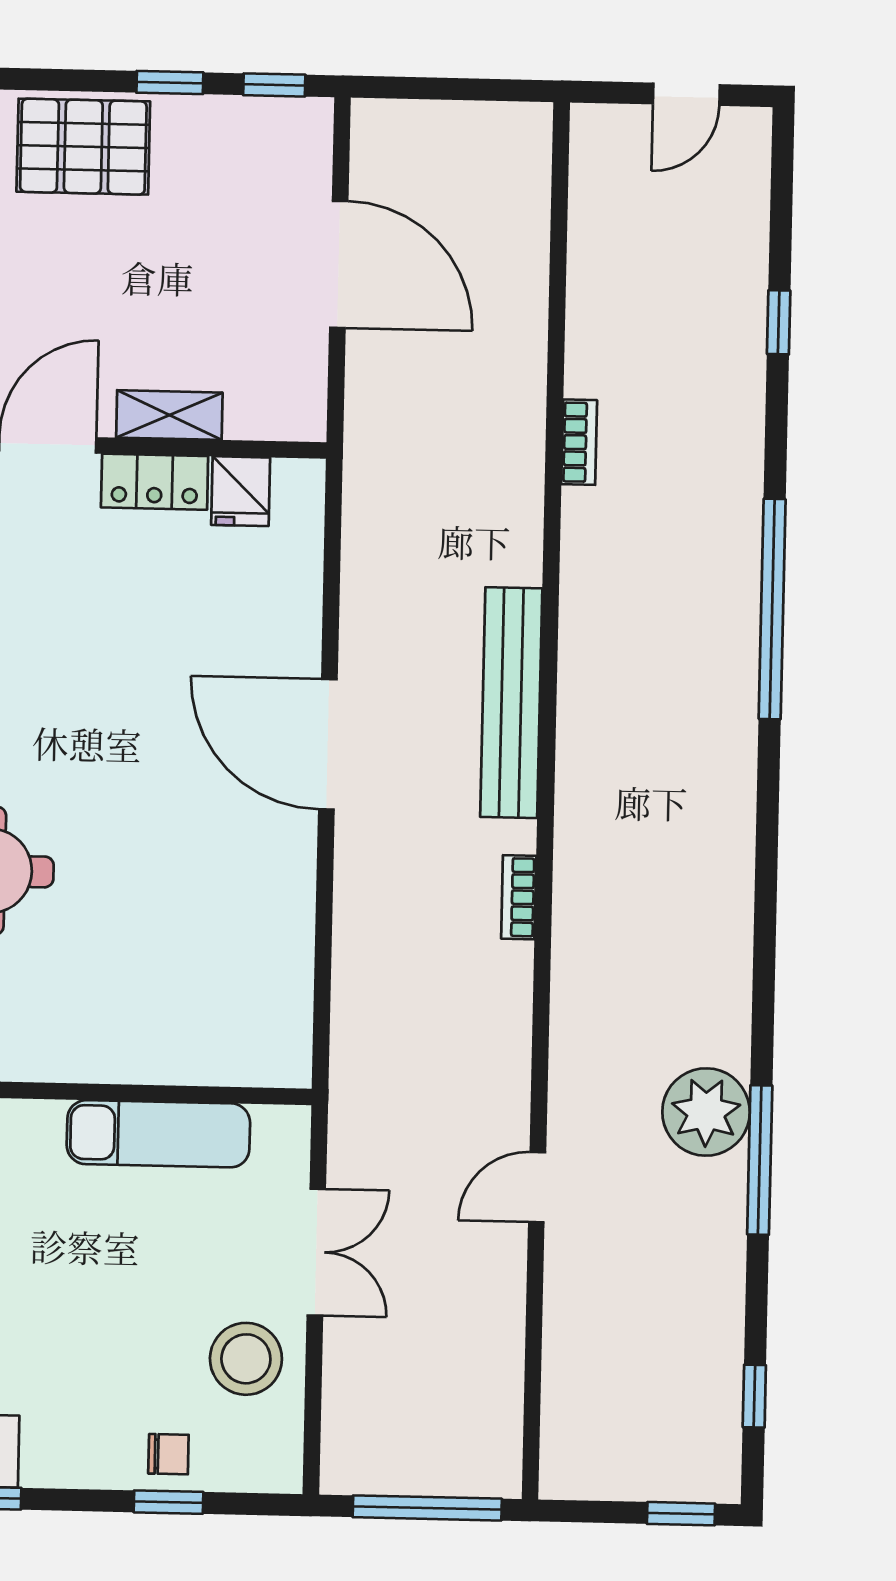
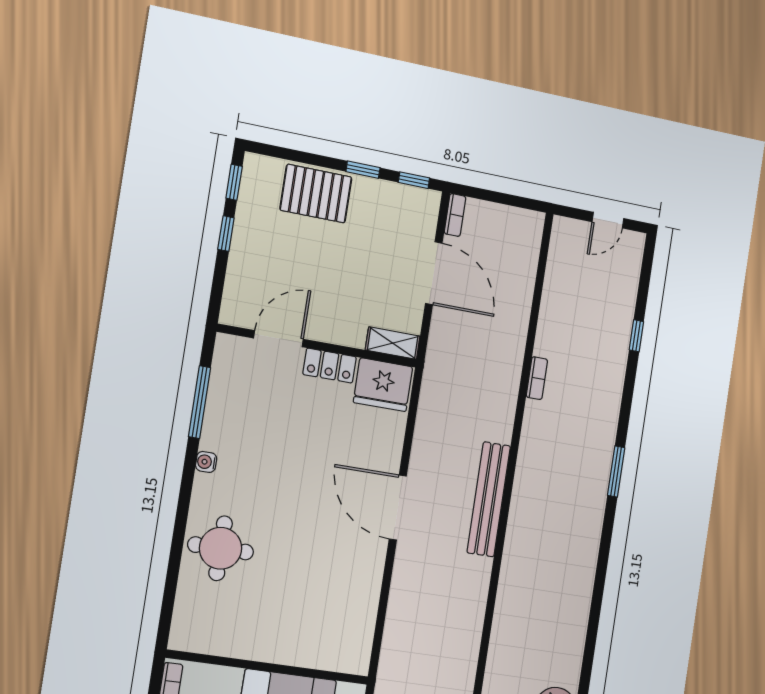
shelving: (169, 415) -> (393, 343), moved
fridge: (241, 491) -> (383, 385), width x1.88, depth x1.34
window: (772, 609) -> (616, 472), width x0.47
bookcase: (519, 897) -> (455, 215), moved, turned 180

